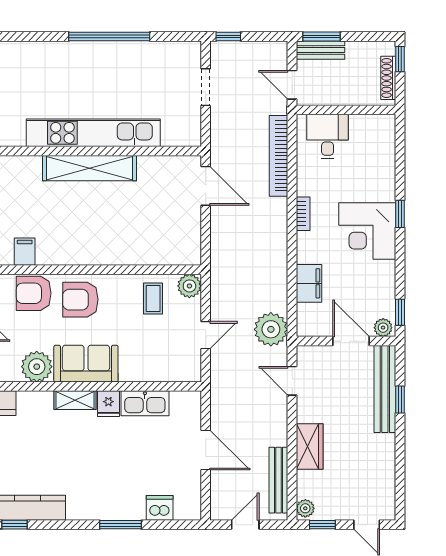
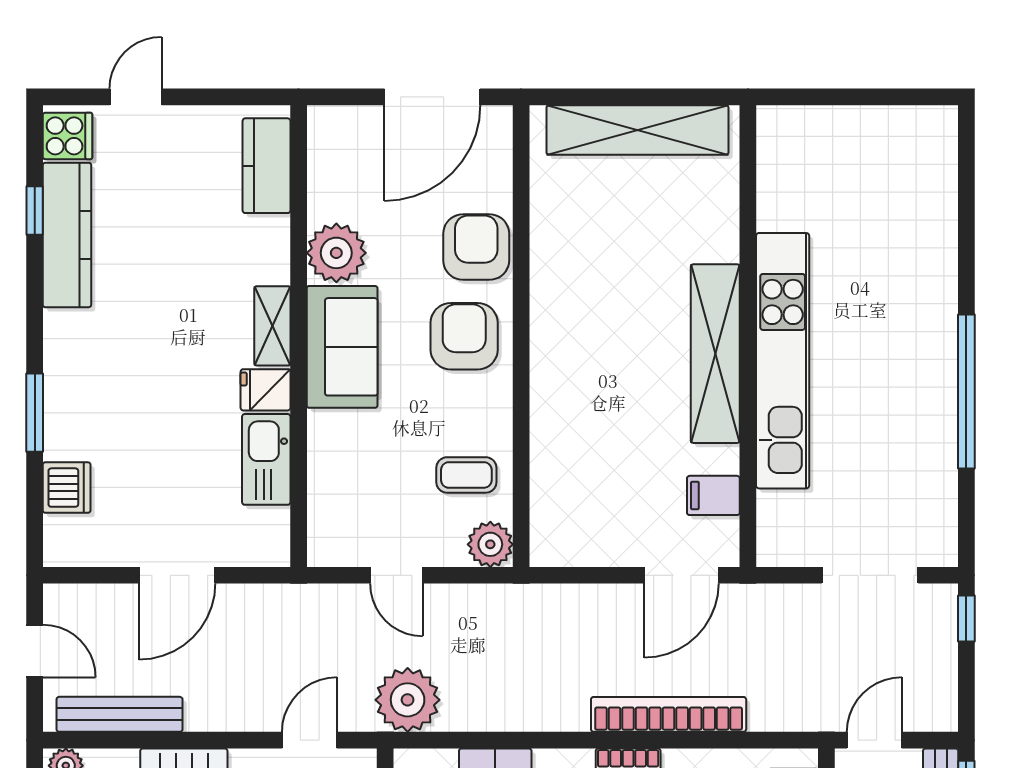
doorway: (206, 87) -> (870, 575), width x1.38
bookcase: (278, 156) -> (669, 714), moved
filing cabinet: (25, 252) -> (713, 495), moved, turned 180

